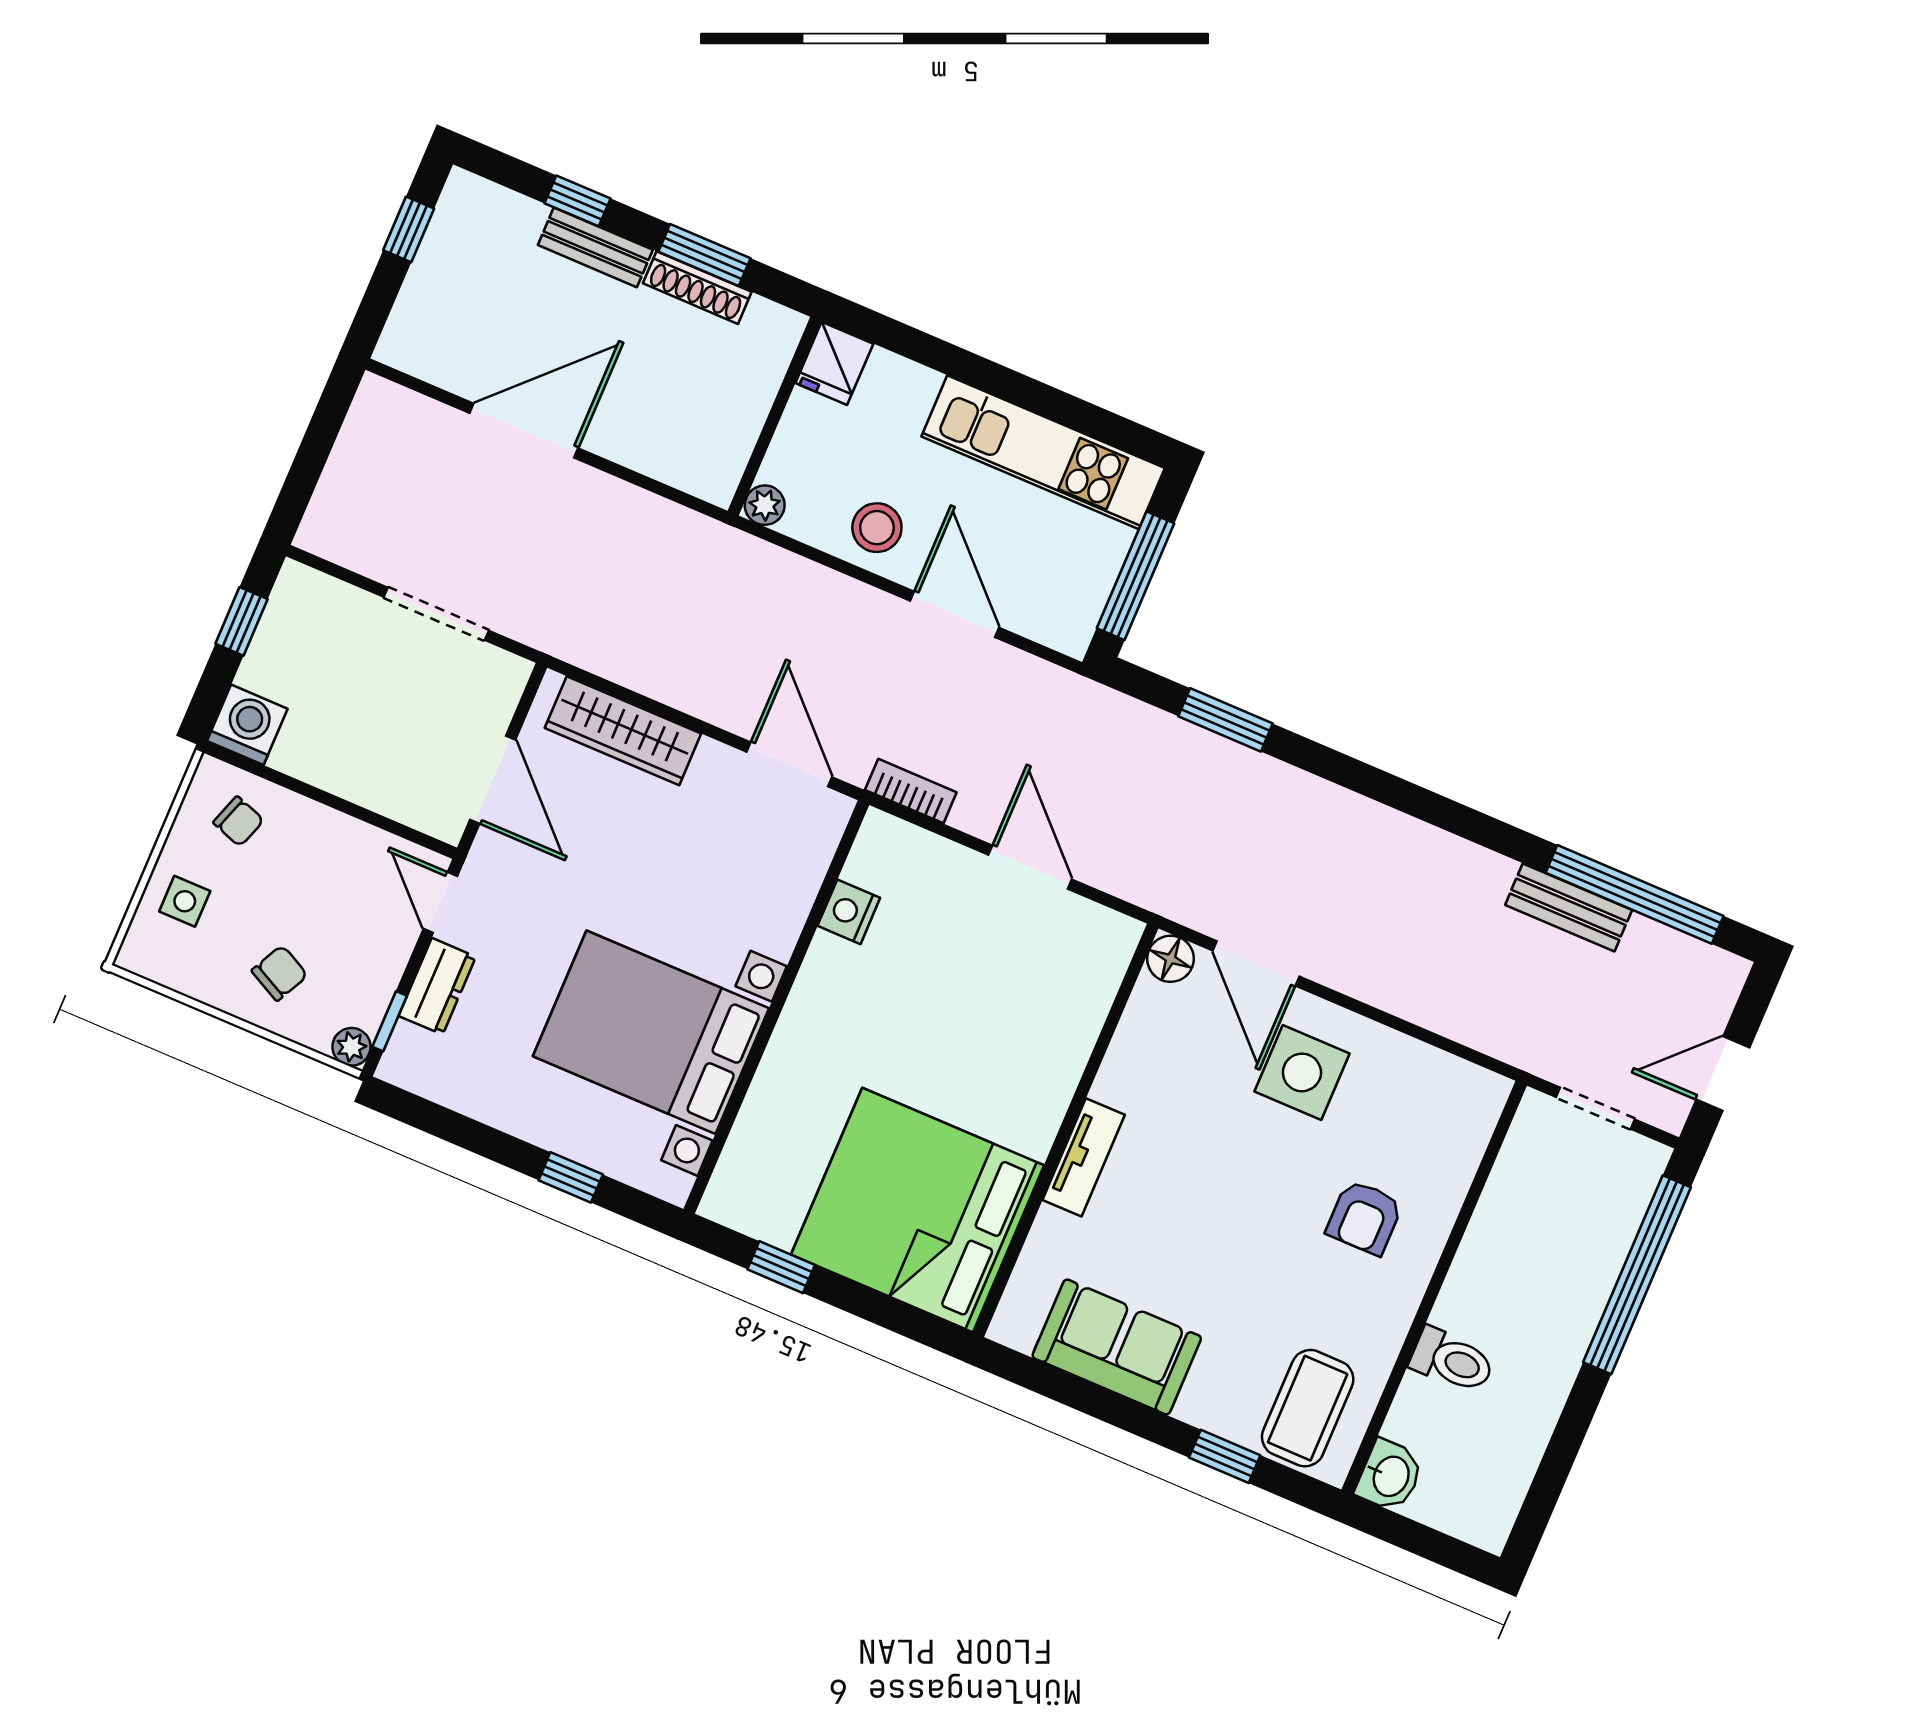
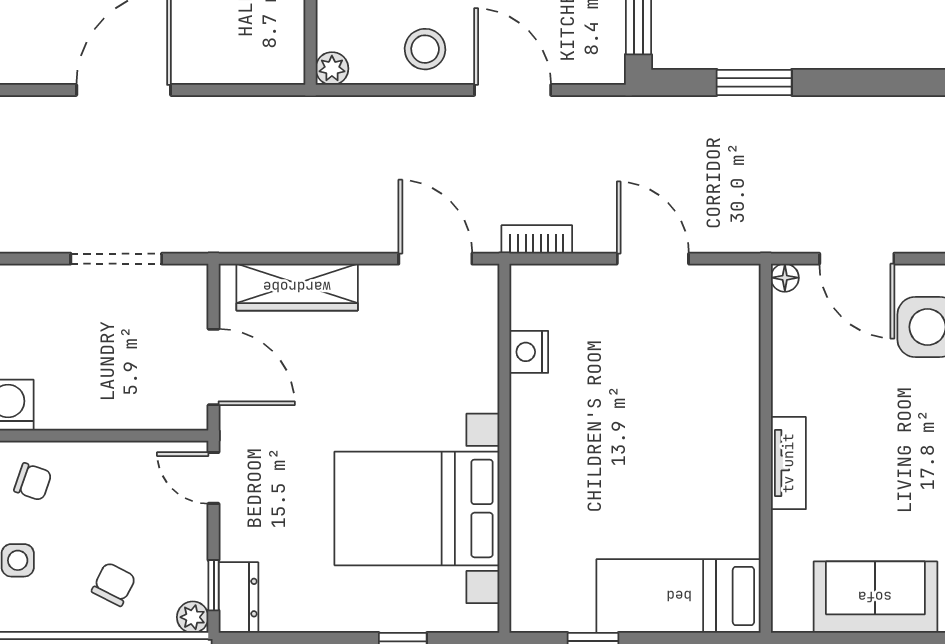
floor lamp: (1171, 959) -> (785, 278), width x0.73, depth x0.73
dresser: (437, 986) -> (238, 598), moved
bed: (918, 1210) -> (679, 596), width x0.49

